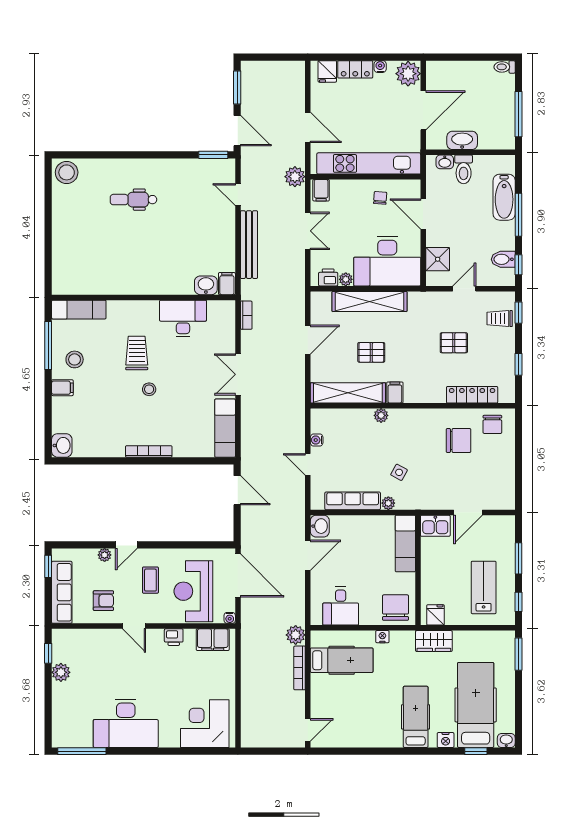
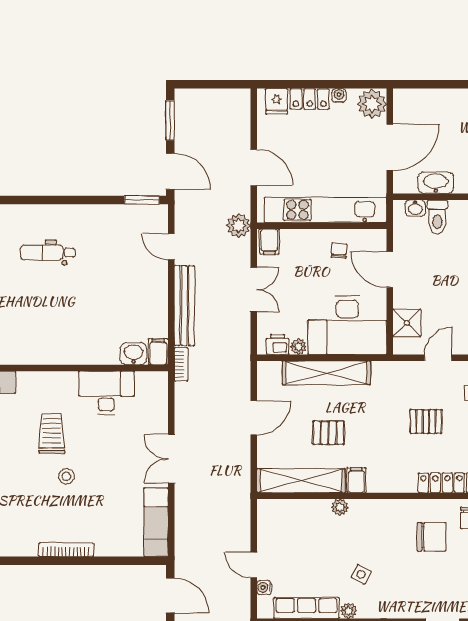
bookcase: (246, 315) -> (181, 364), moved
water cooler: (317, 440) -> (264, 587), moved

